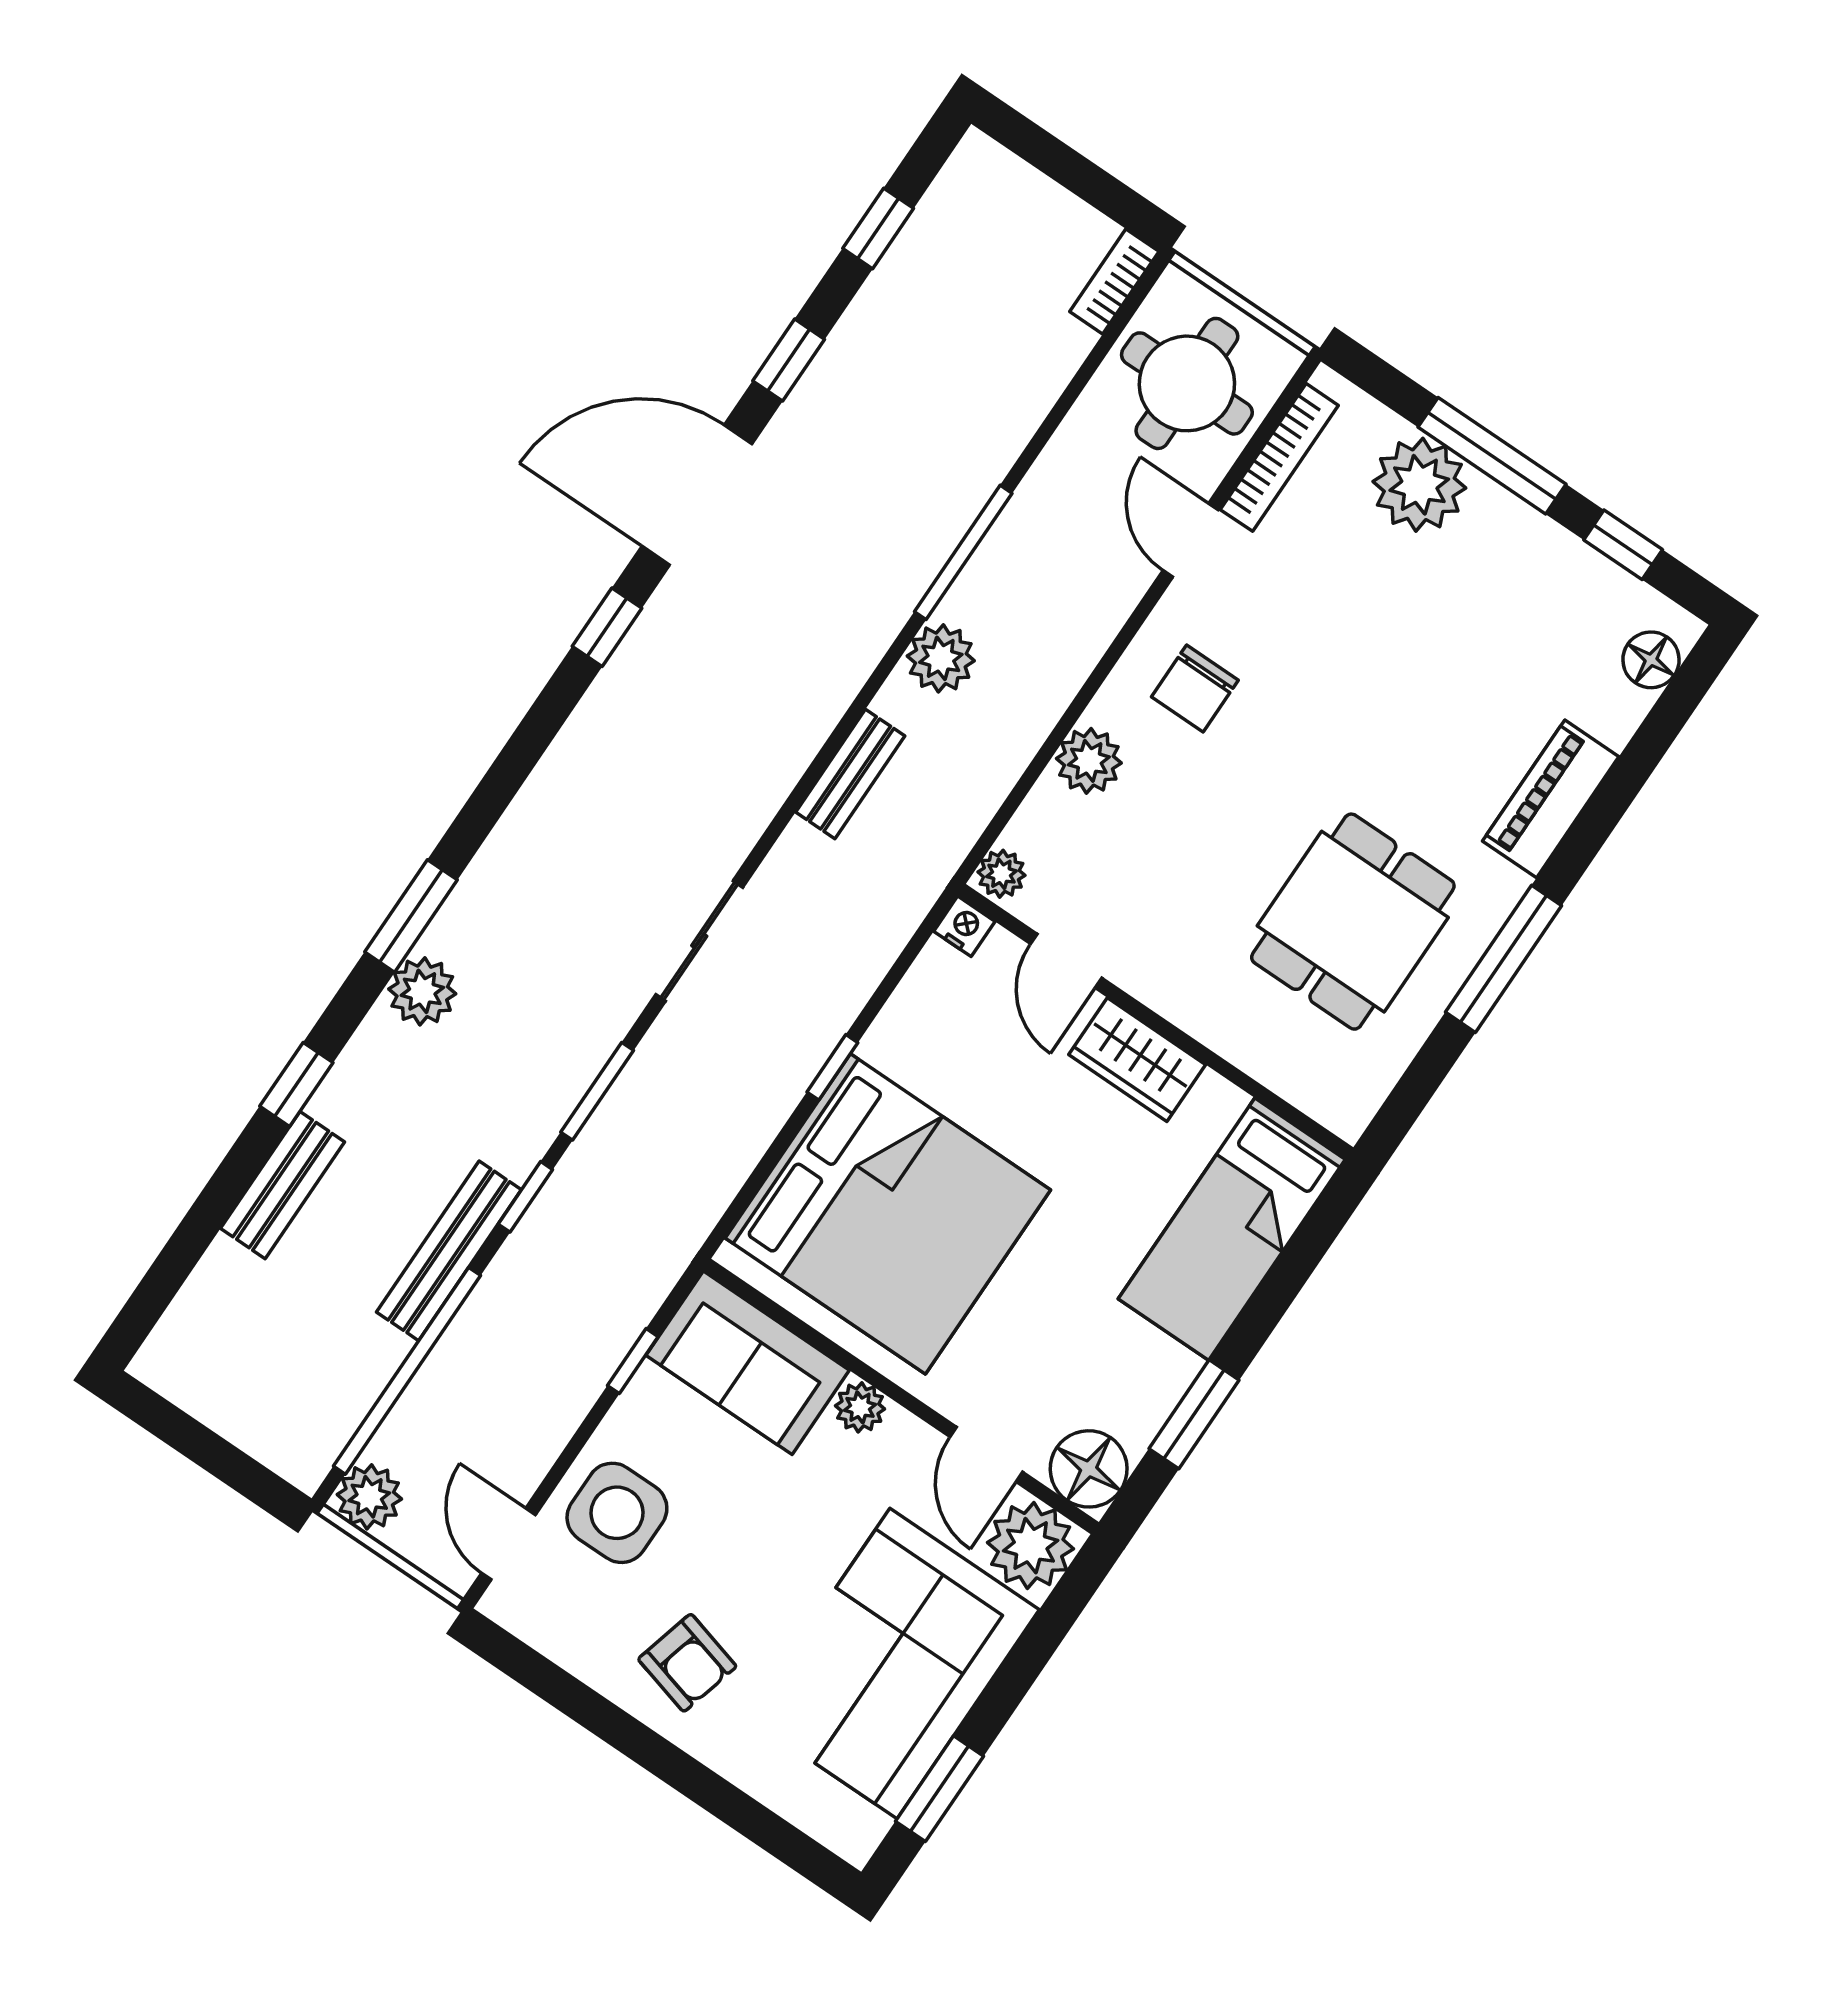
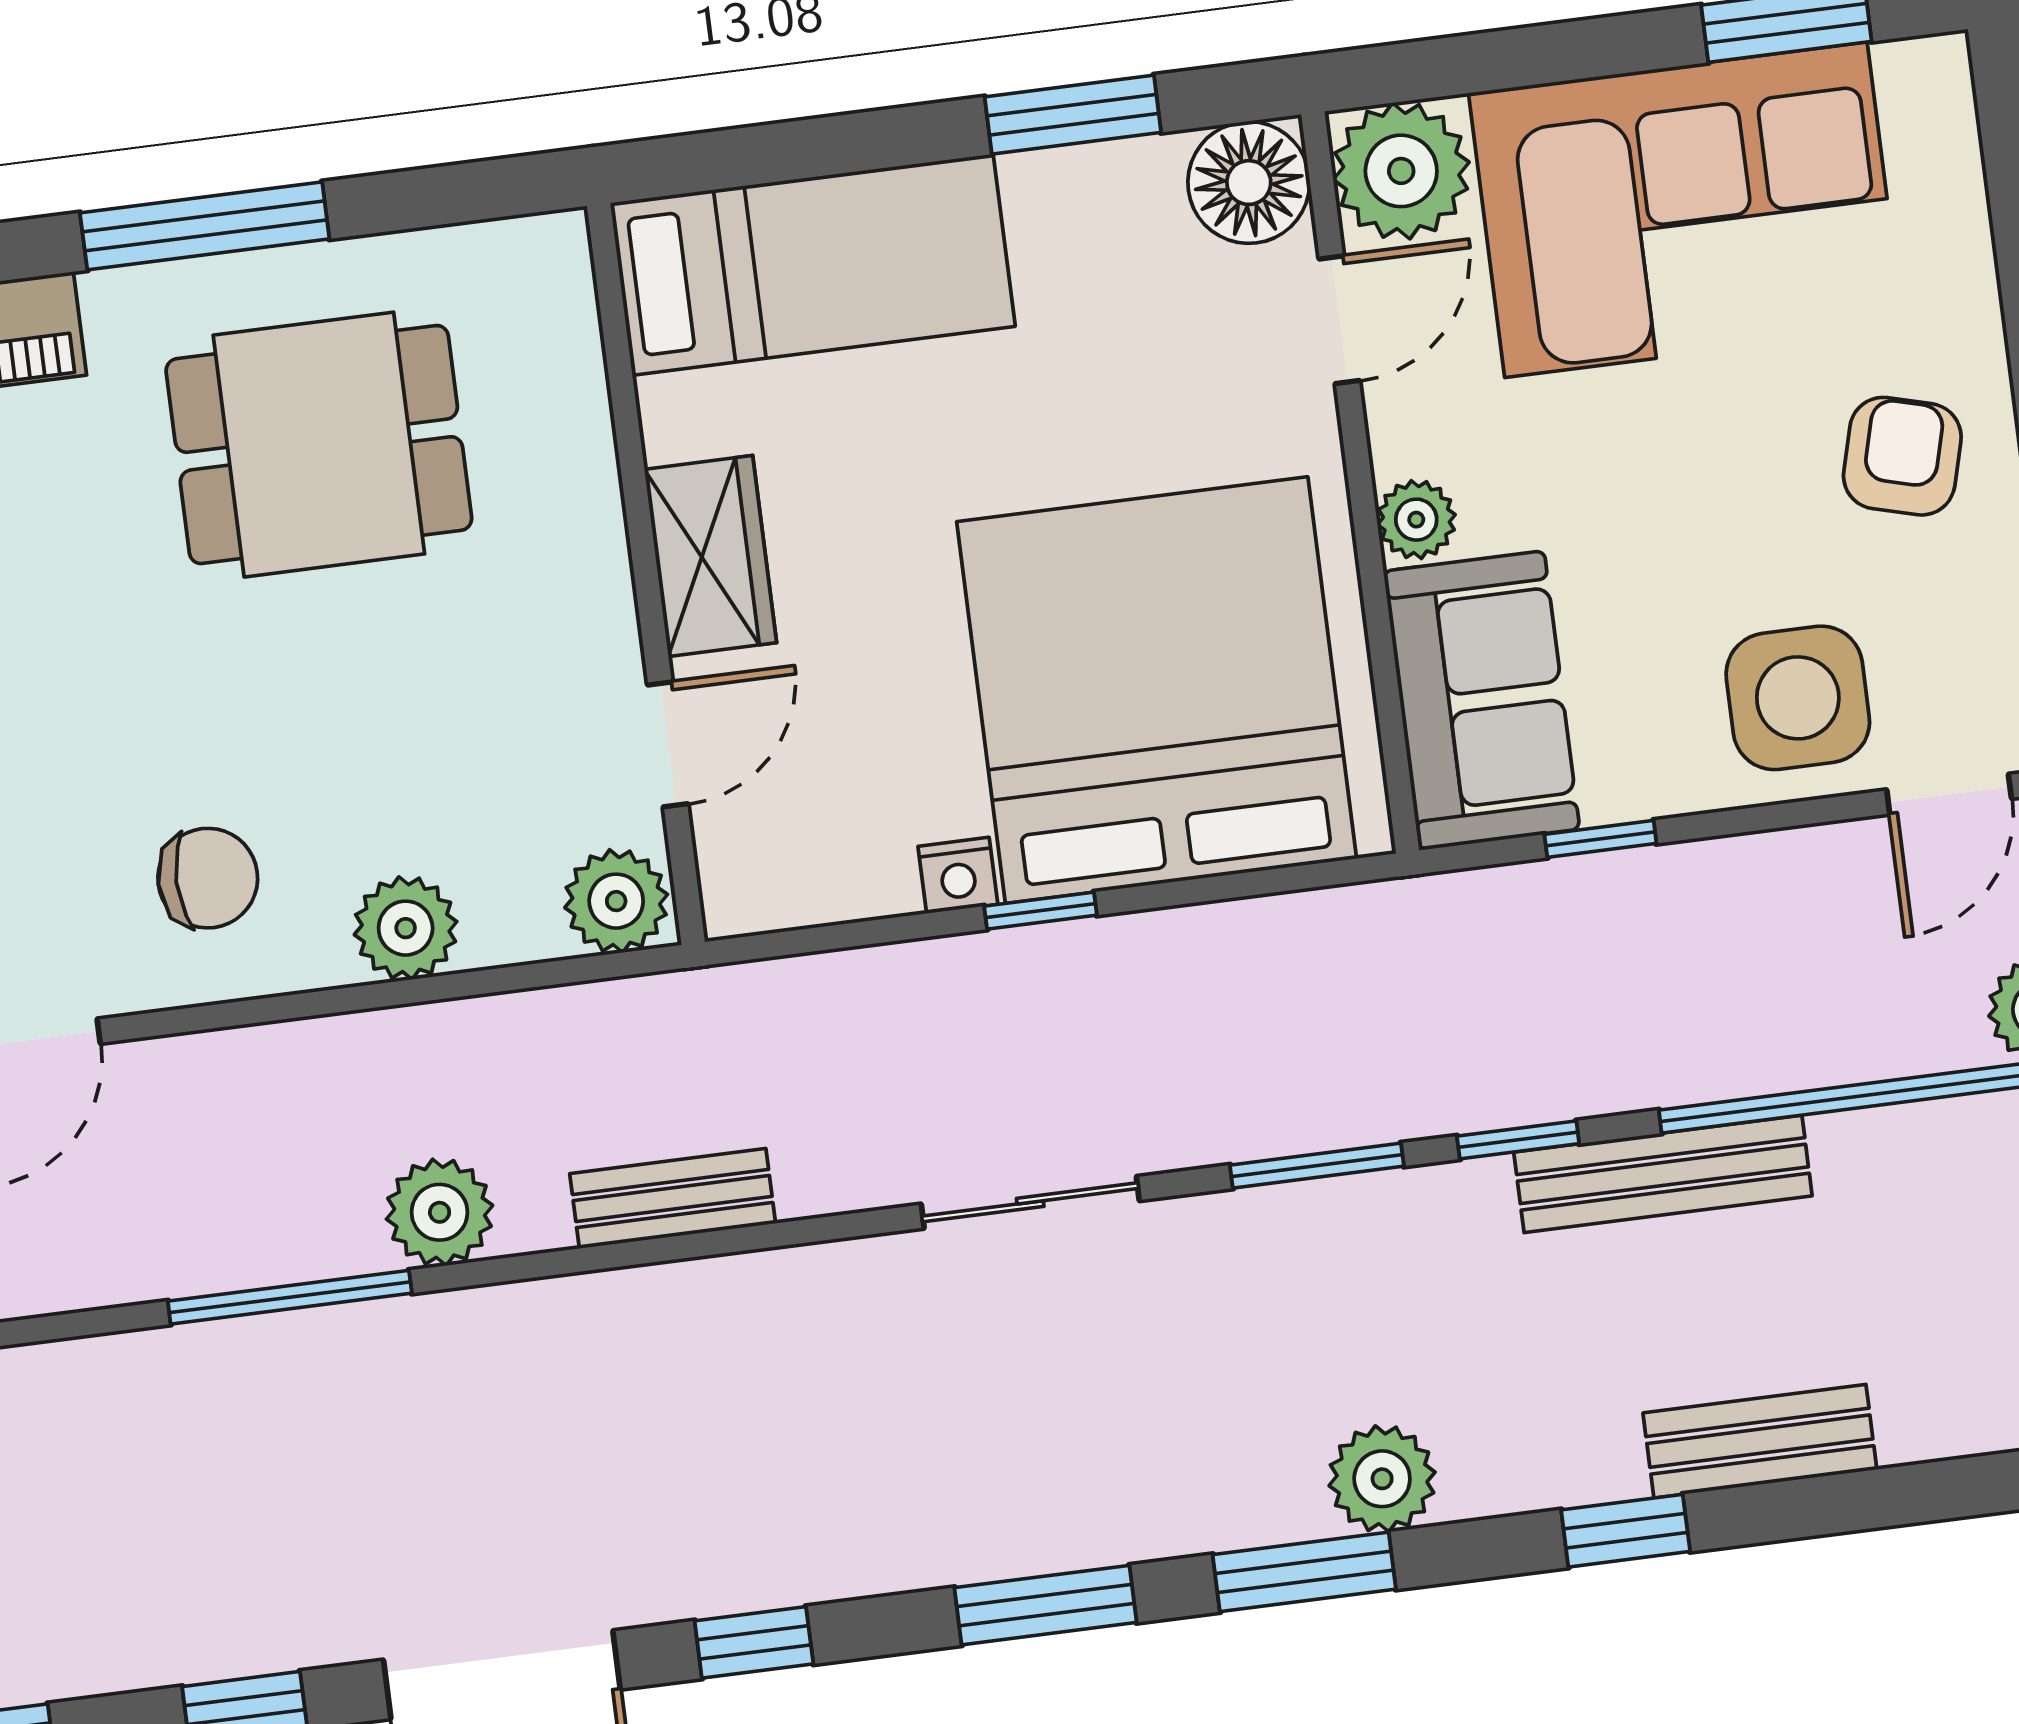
window: (503, 780) -> (1045, 1605), added
plant: (1001, 874) -> (616, 901), width x1.38, depth x1.38
nightstand: (964, 926) -> (958, 875), moved, turned -90

